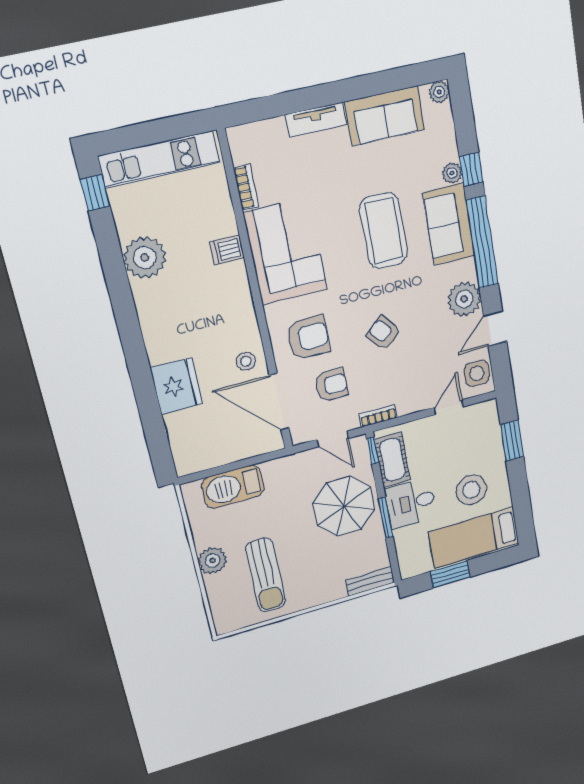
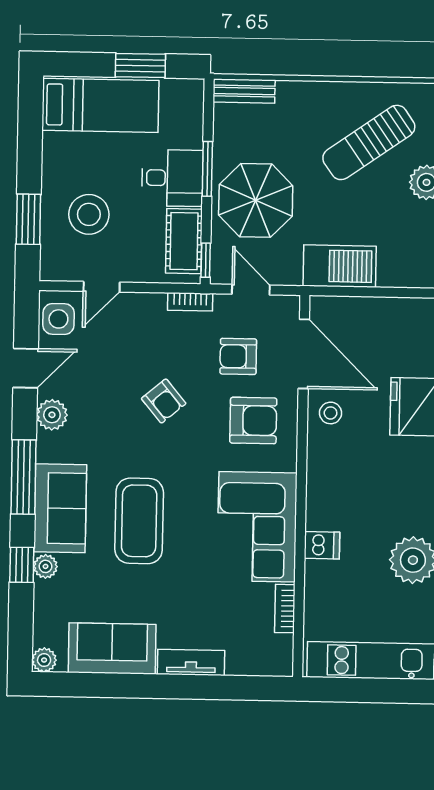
window: (482, 242) -> (24, 477), width x0.68
plant: (464, 299) -> (52, 415), width x0.73, depth x0.73
armchair: (308, 338) -> (253, 421), turned 180
barbecue: (233, 487) -> (340, 266), moved
stool: (471, 490) -> (89, 214), moved
sun lounger: (266, 575) -> (369, 142), turned -125

